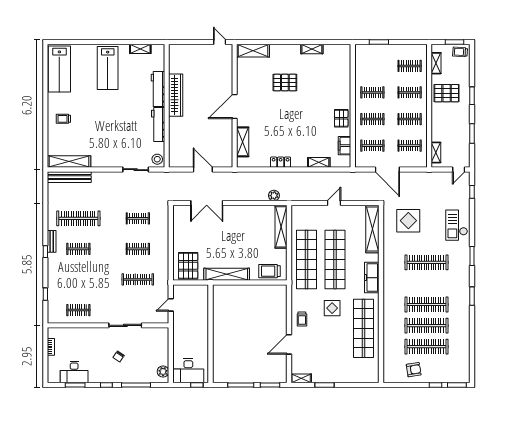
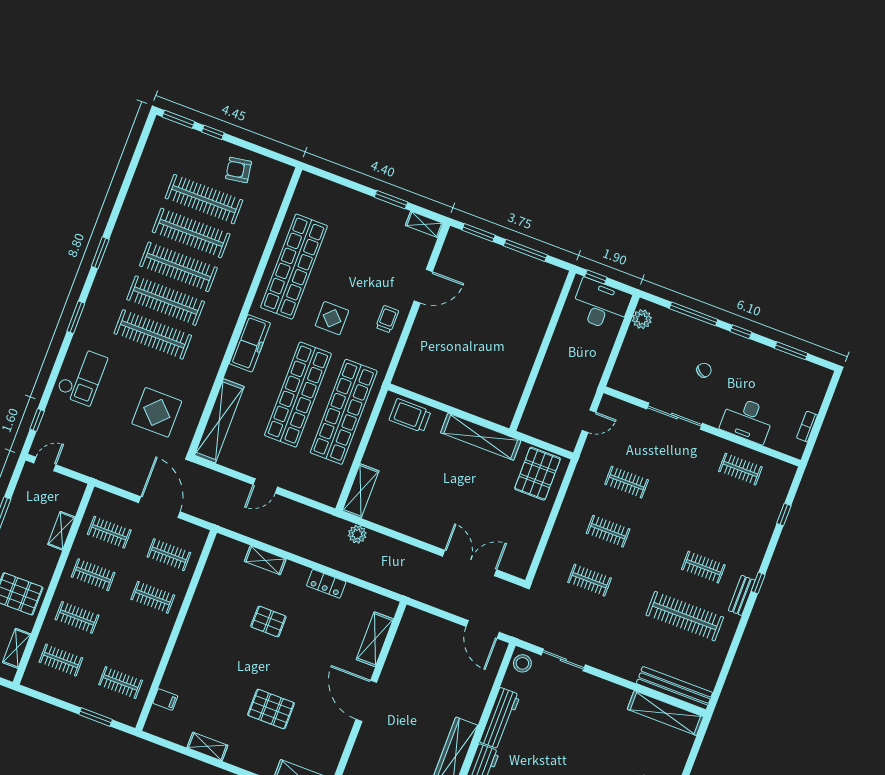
clothes rail: (372, 92) -> (121, 683), moved
door: (235, 107) -> (366, 701), swing flipped
pallet: (341, 118) -> (268, 622), moved, turned 90
filing cabinet: (345, 146) -> (165, 700), moved, width x0.50
shelving: (436, 153) -> (61, 531), moved
door: (203, 170) -> (483, 629), moved
shelving: (281, 227) -> (361, 491), width x0.68
trolley: (270, 271) -> (410, 416), turned 180
clothes rail: (138, 279) -> (627, 482), width x0.73
clothes rail: (427, 283) -> (166, 301), added
desk: (74, 372) -> (747, 420), moved, turned 180

